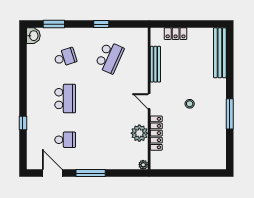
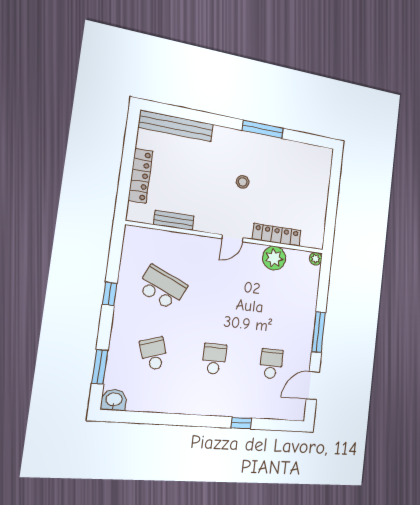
locker: (176, 34) -> (141, 176), width x1.53
bench: (155, 64) -> (174, 220), width x0.73
school desk: (65, 99) -> (214, 359), width x0.54

